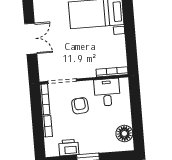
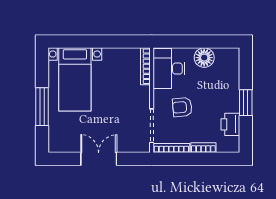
desk: (107, 92) -> (169, 69), width x1.37
floor lamp: (124, 133) -> (204, 58), moved

